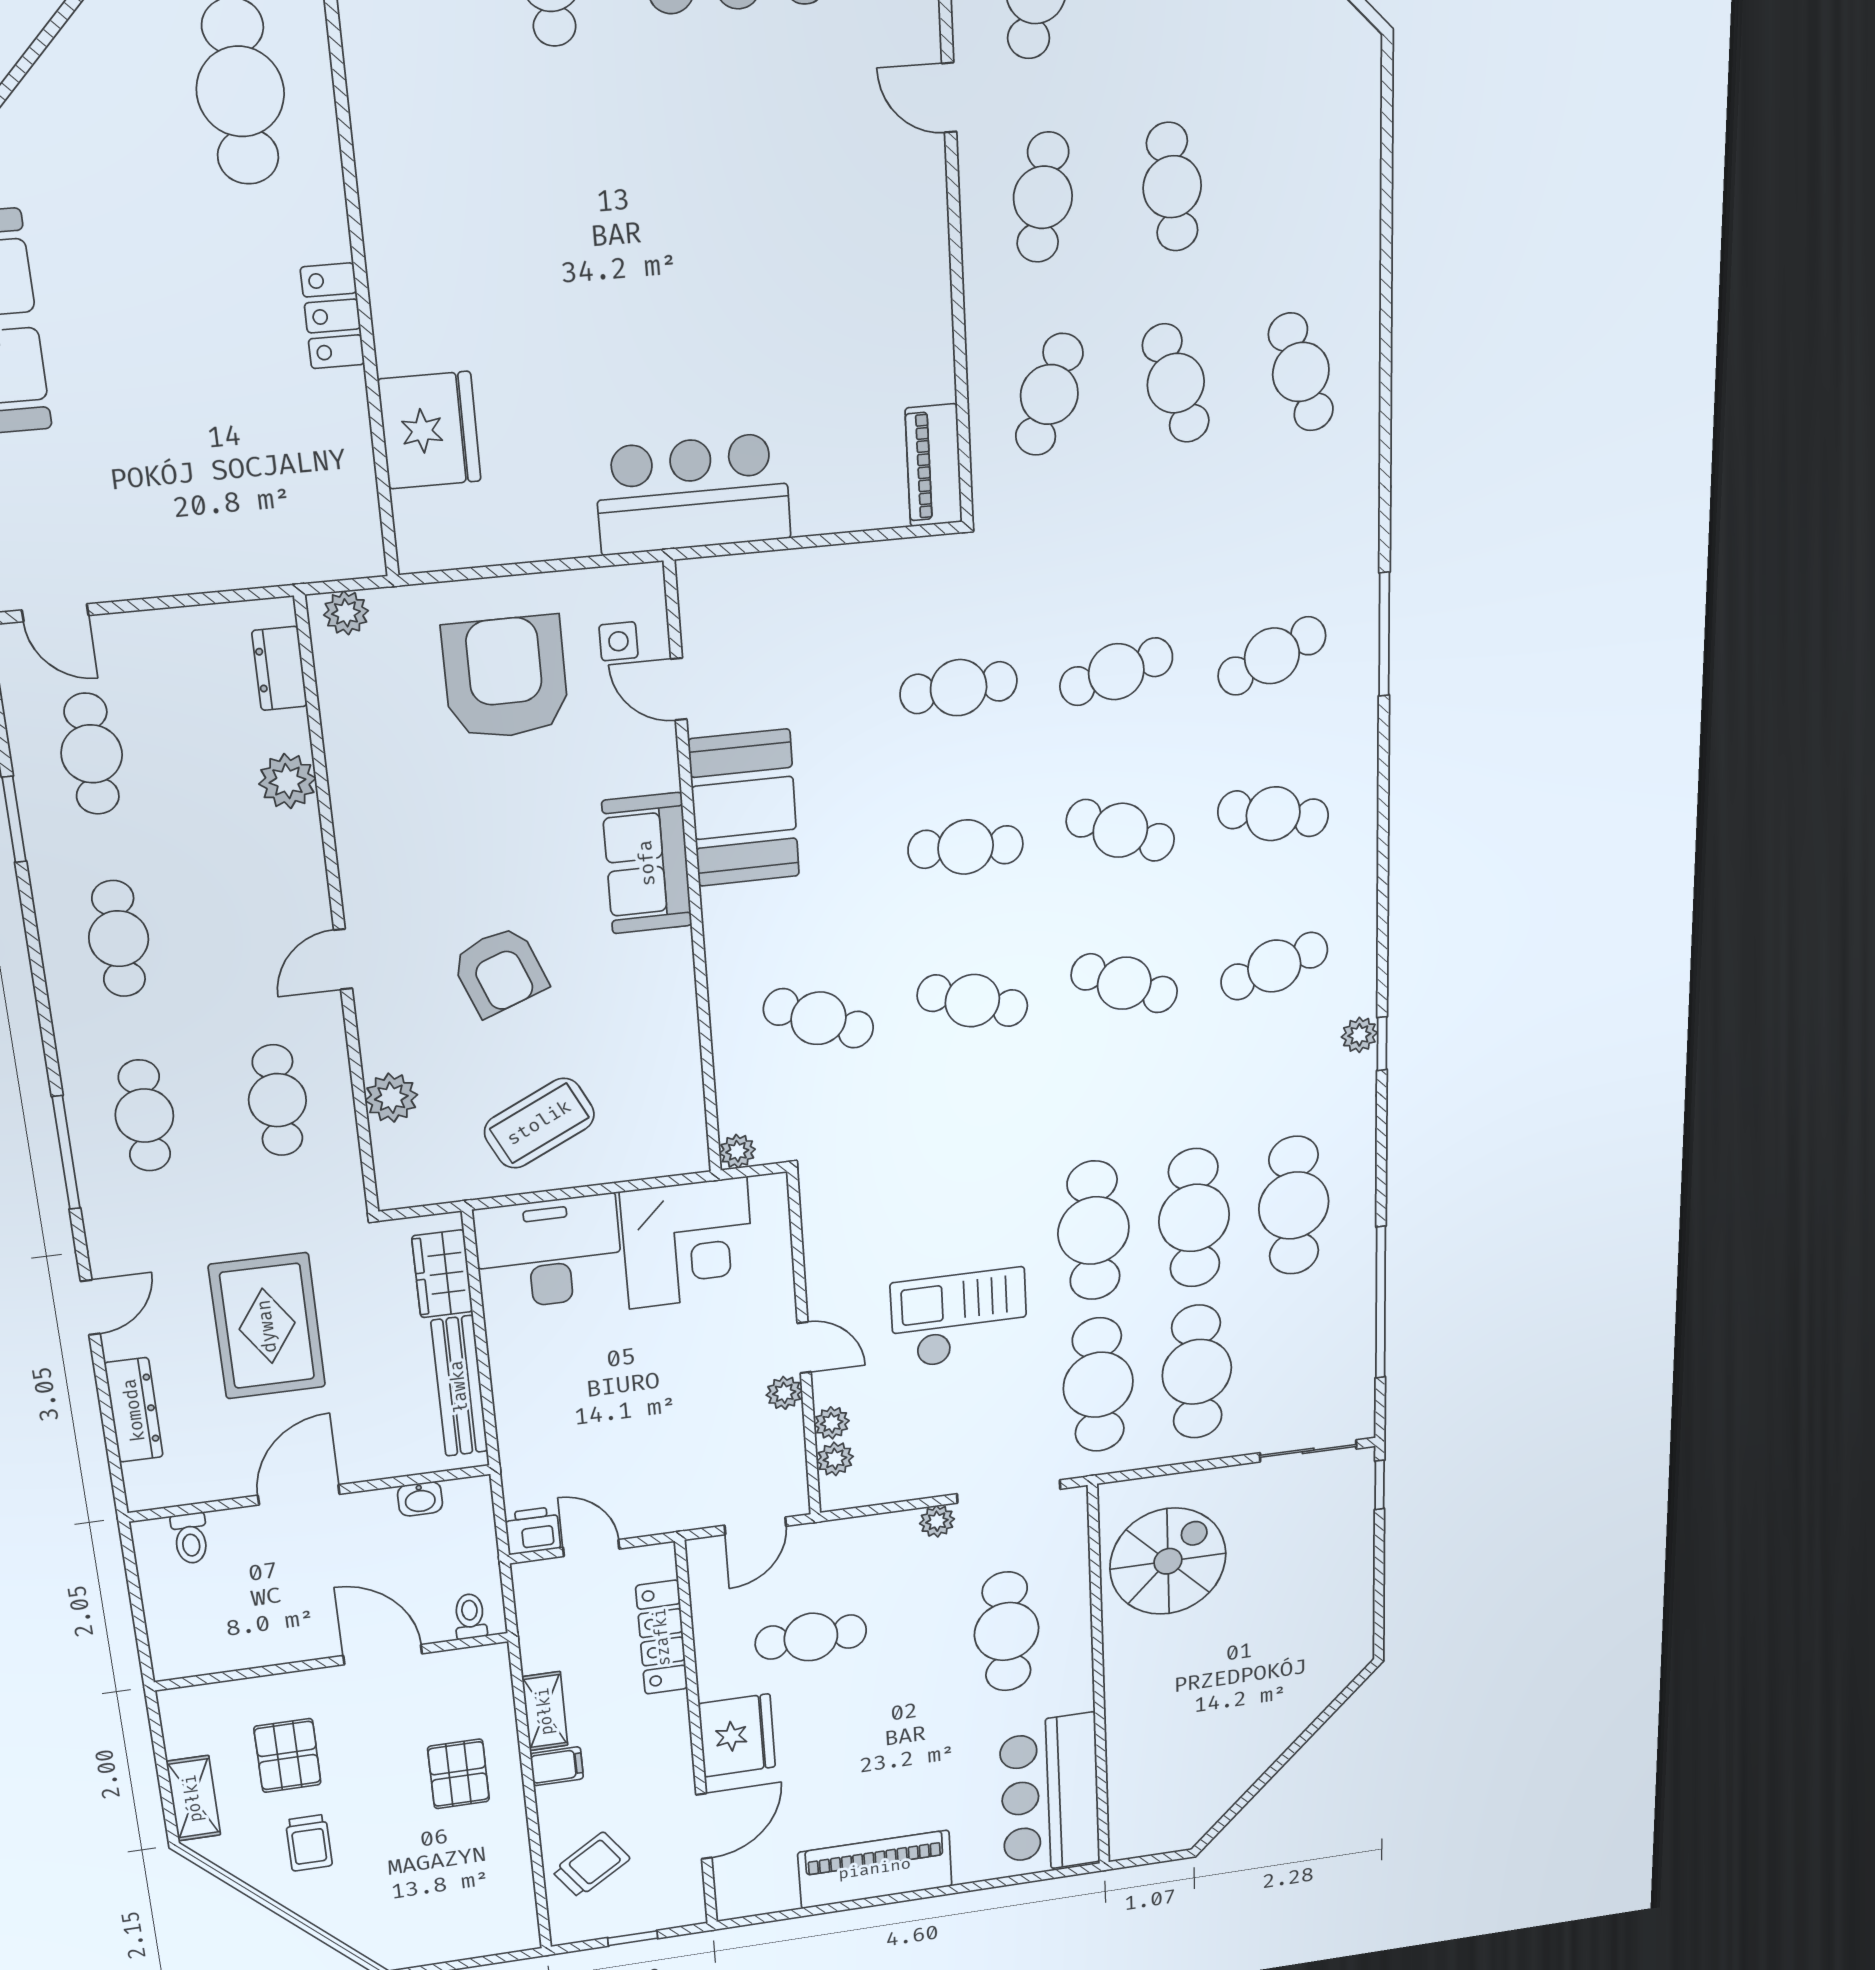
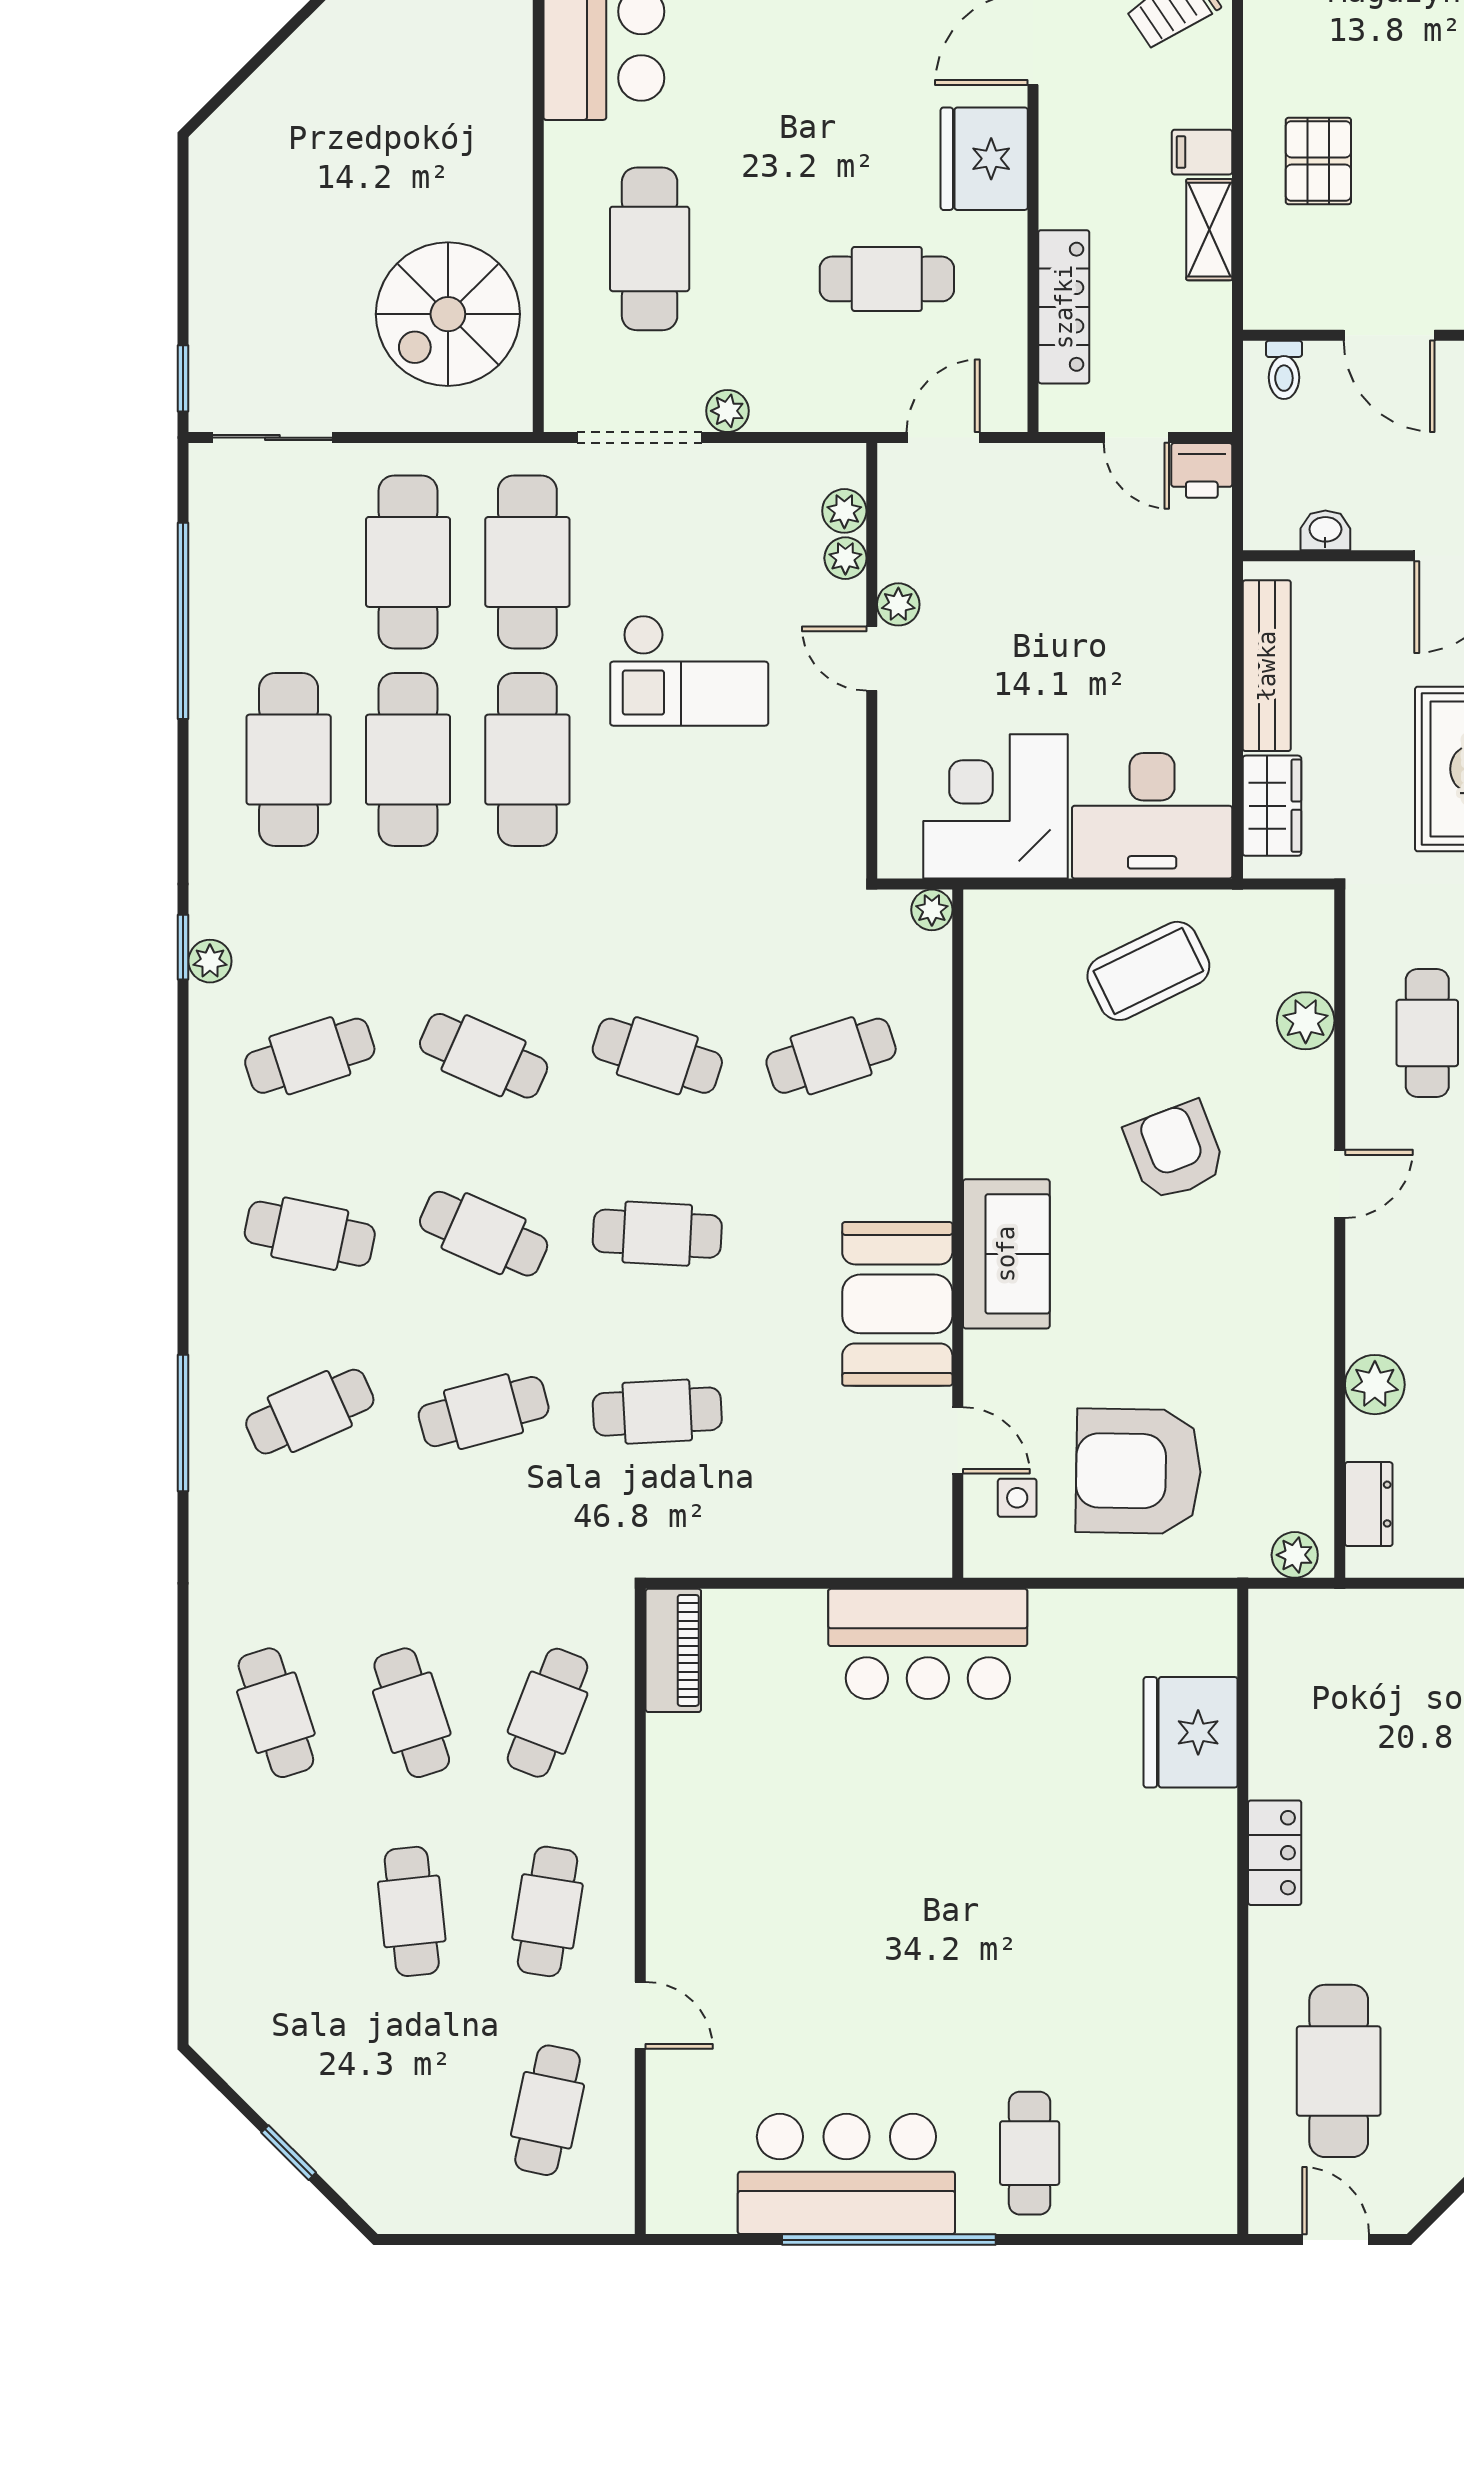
armchair: (505, 678) -> (1138, 1471), turned 91
cafe table: (819, 1018) -> (831, 1056), turned -42

